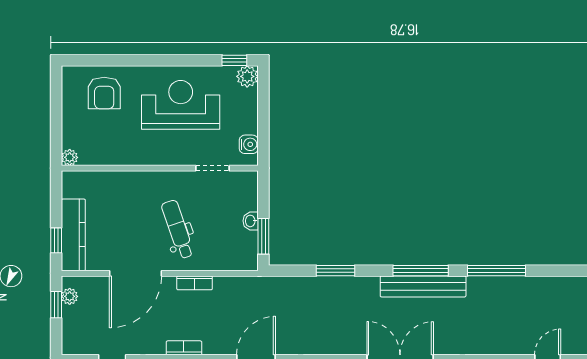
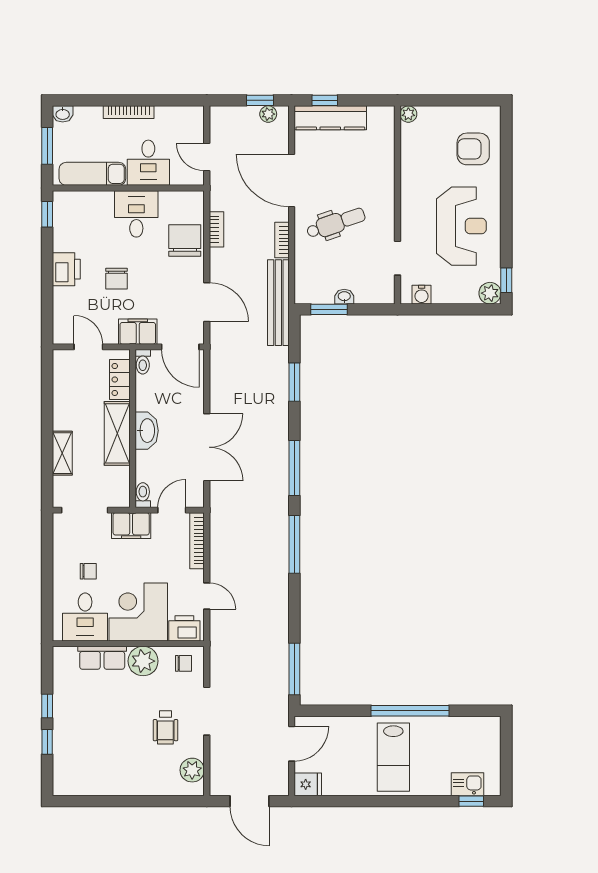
bench: (423, 286) -> (278, 303), moved

